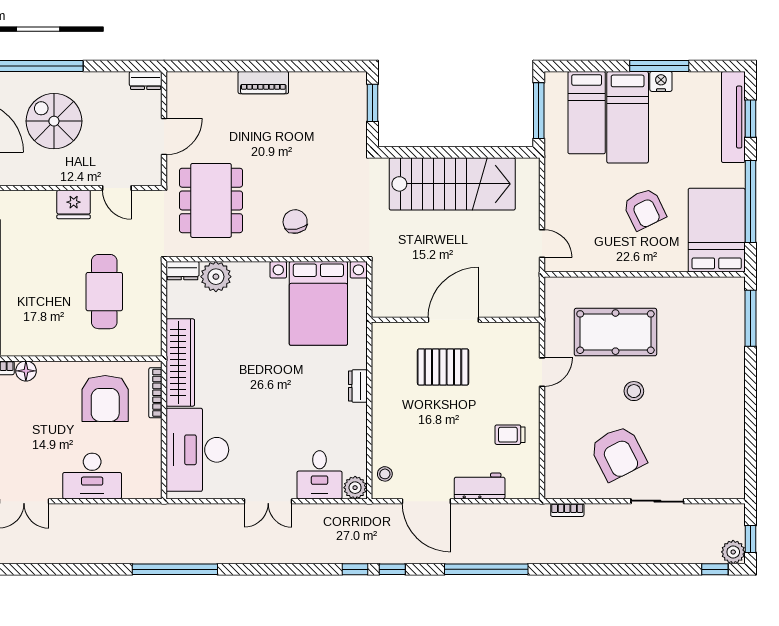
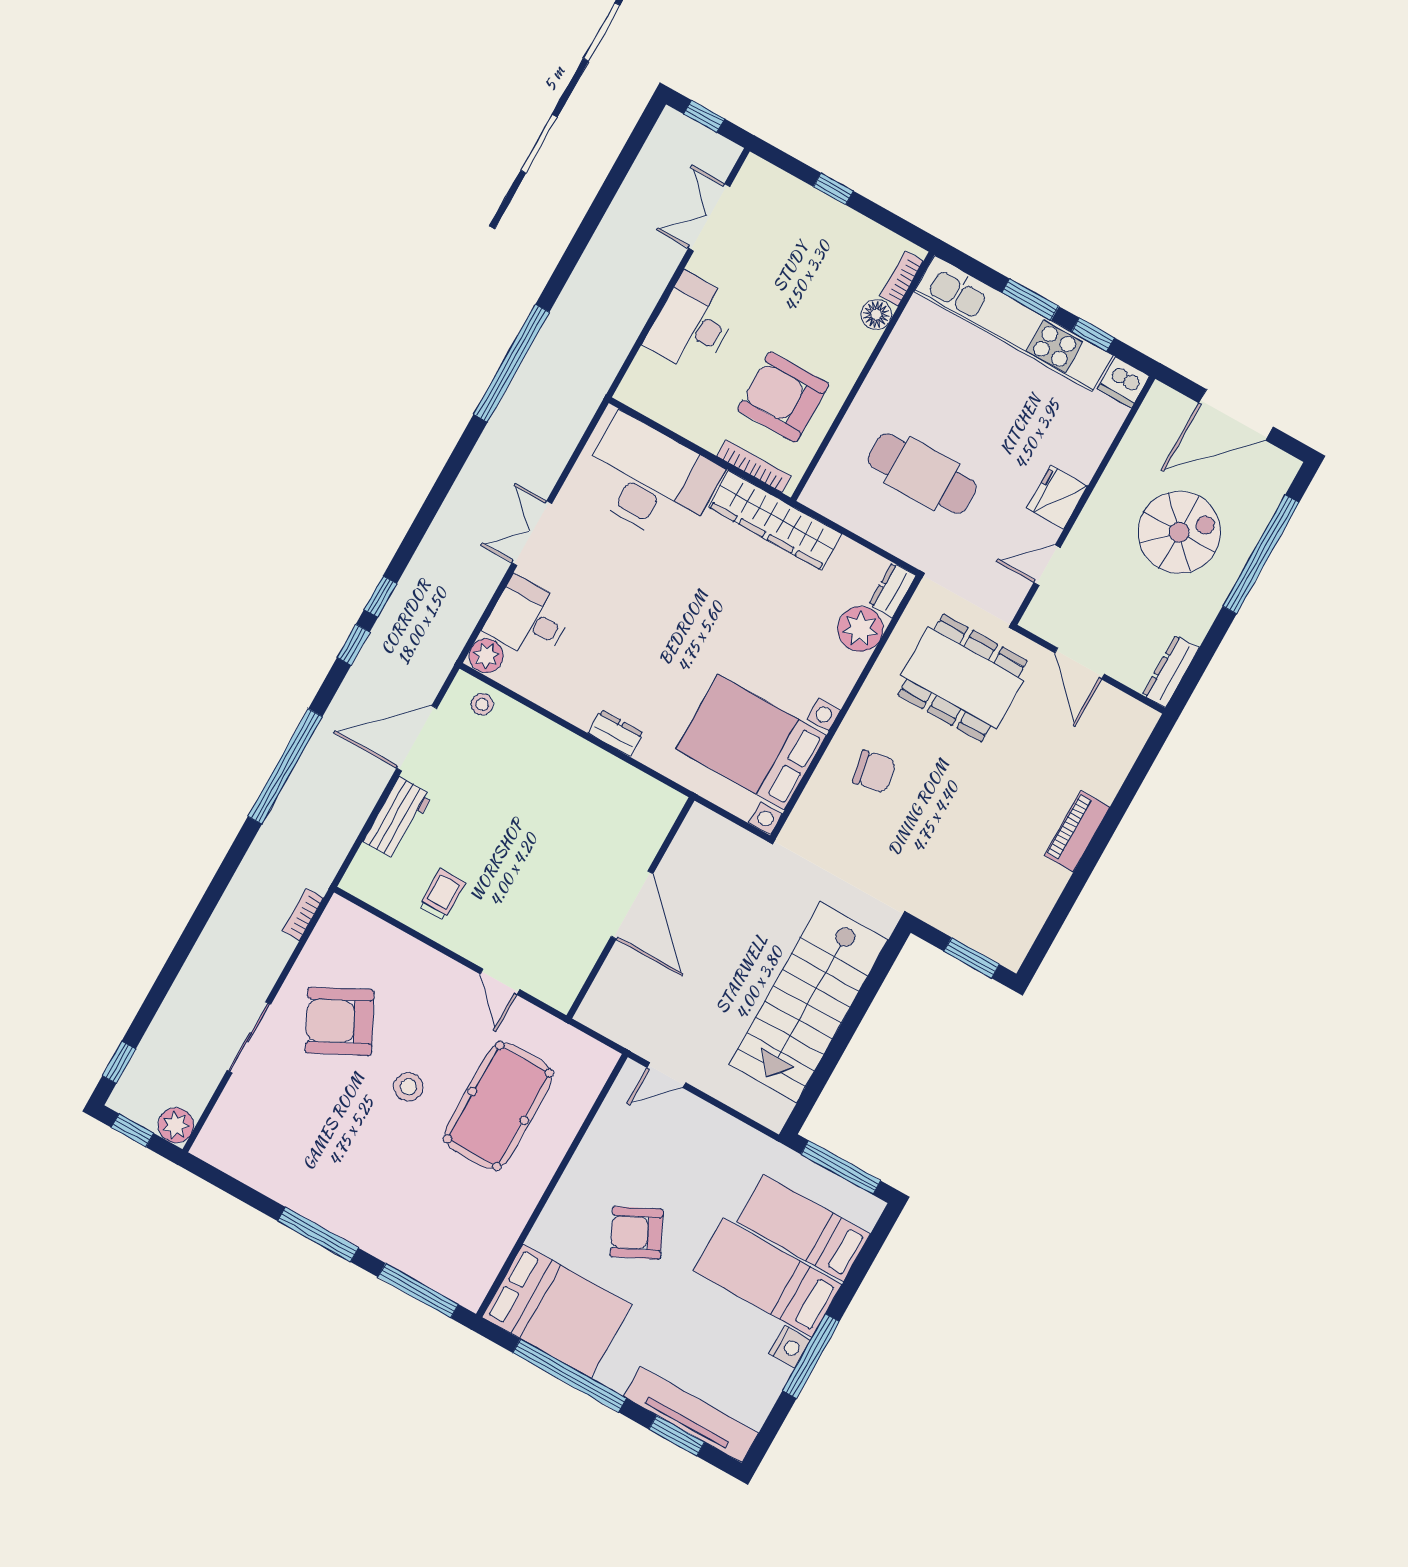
dresser: (146, 80) -> (1171, 671), width x1.44
pallet: (443, 367) -> (578, 857), removed
window: (750, 396) -> (318, 1234), added
plant: (733, 552) -> (176, 1125), moved

